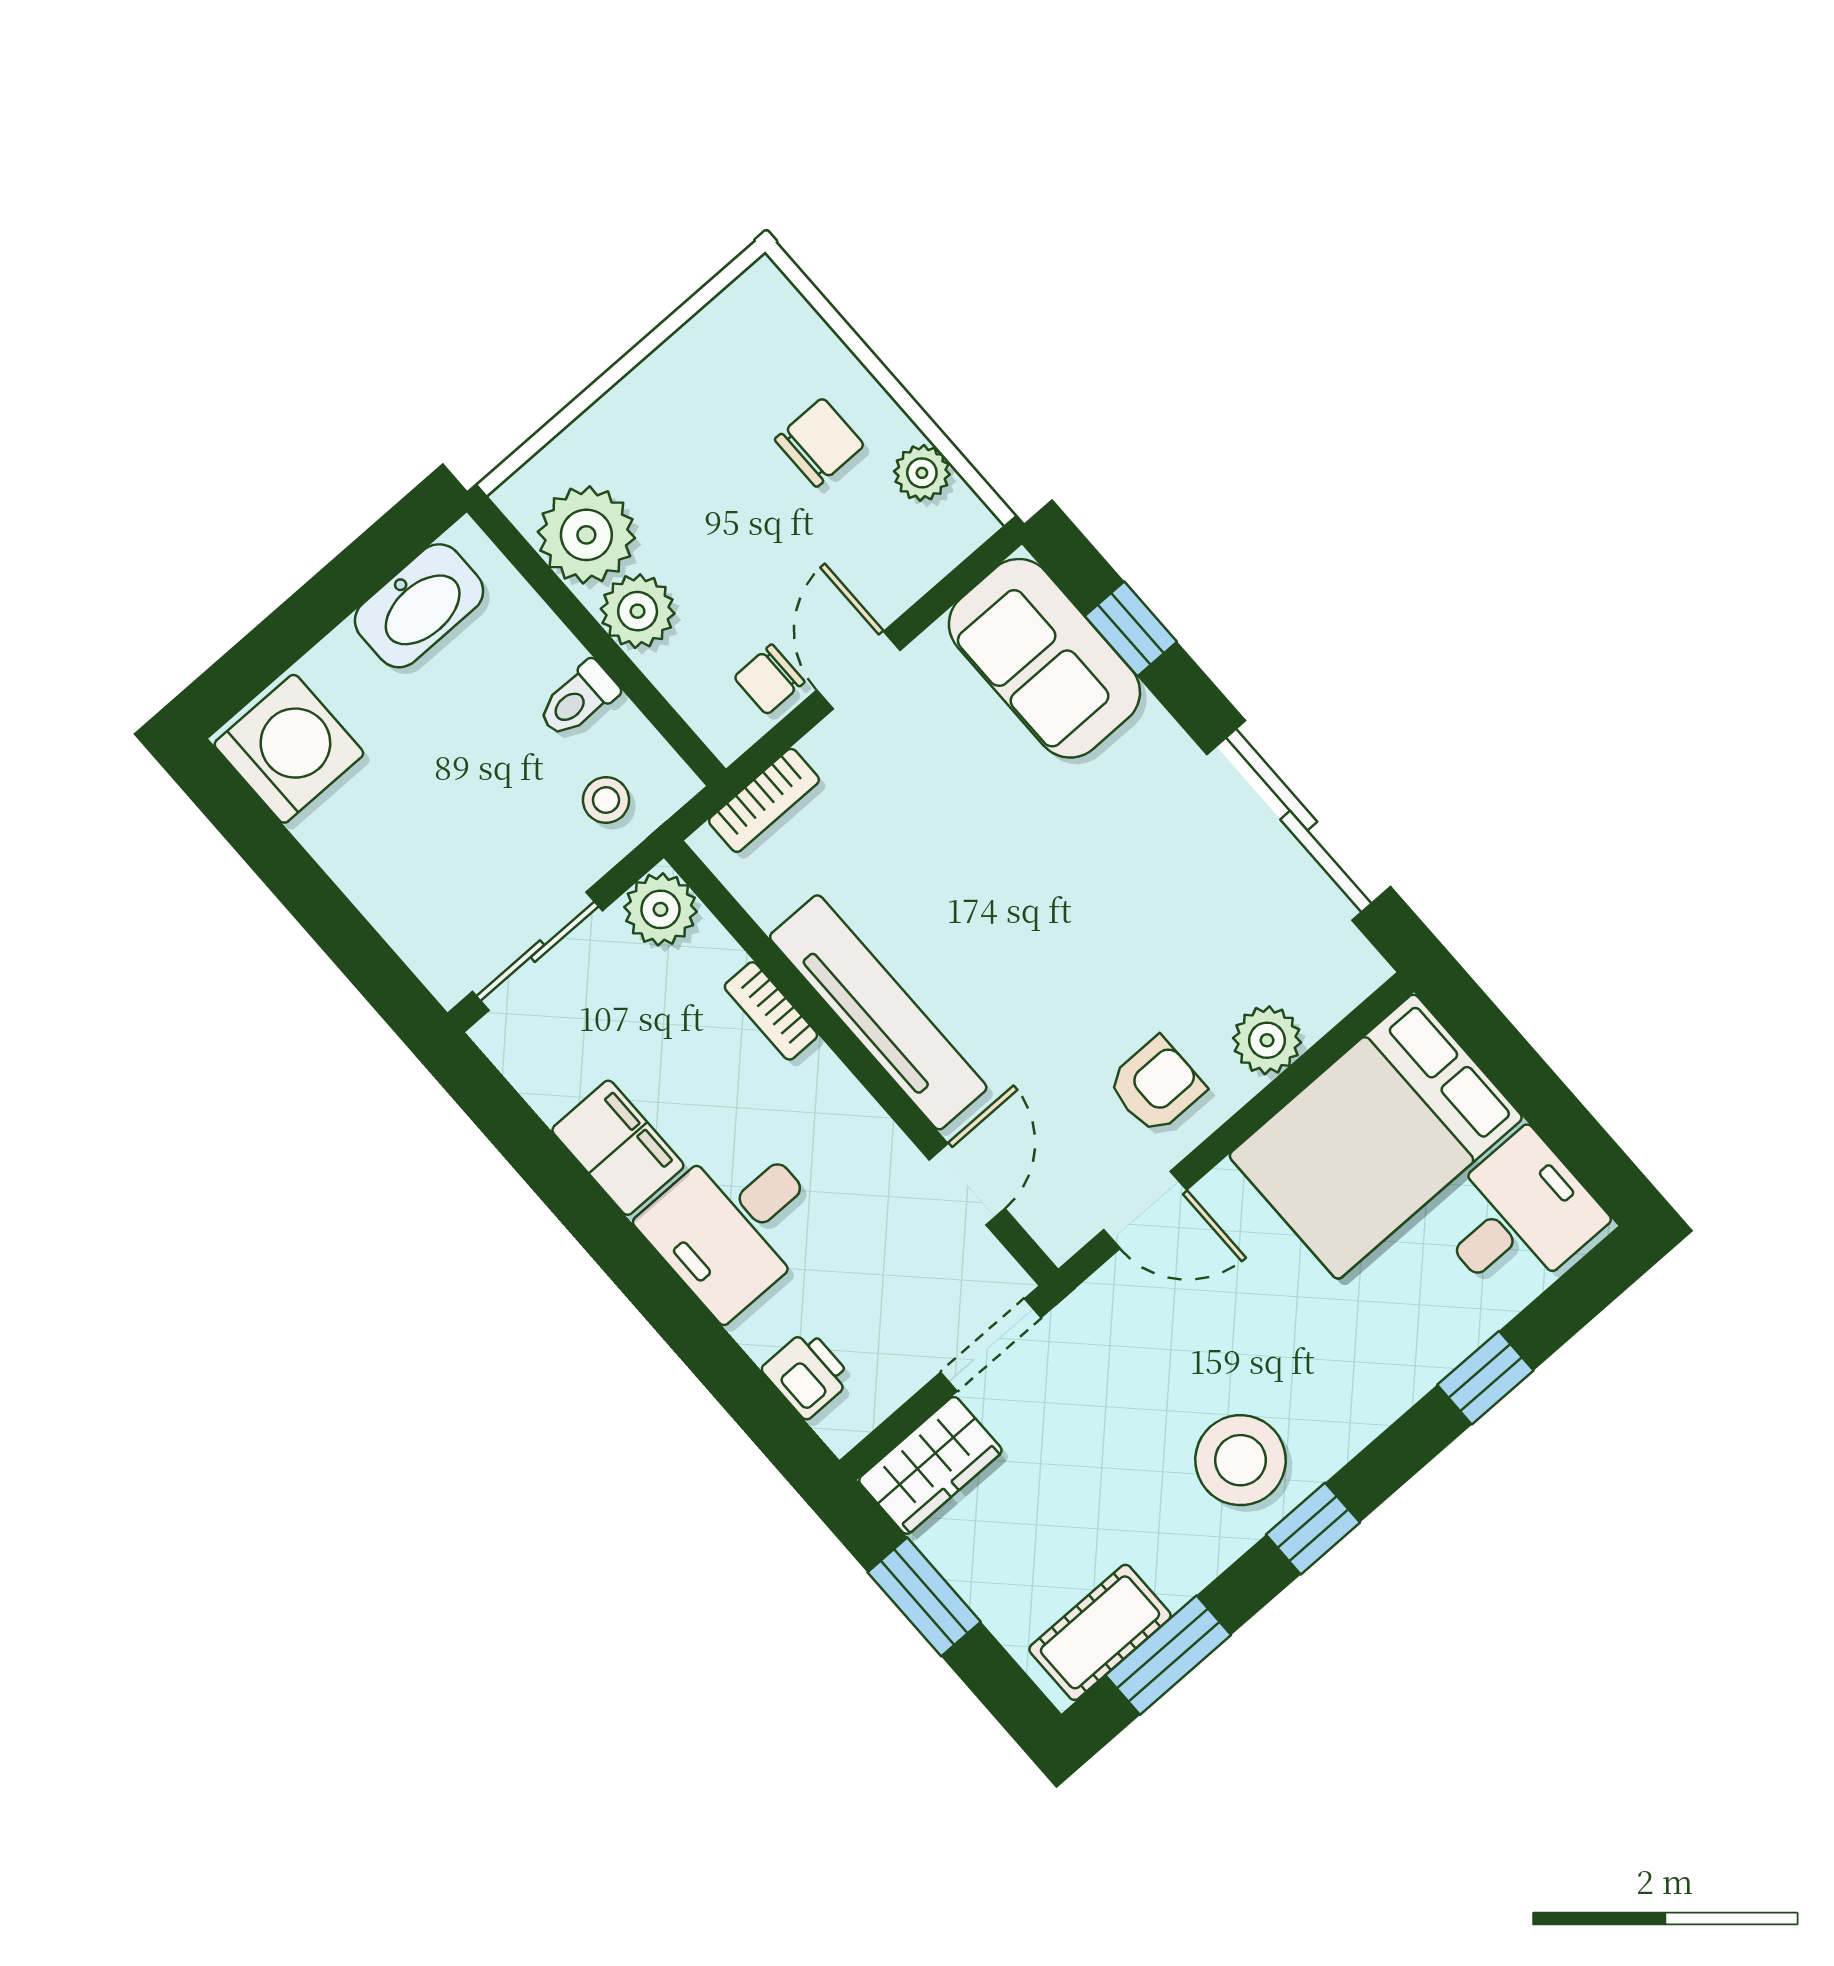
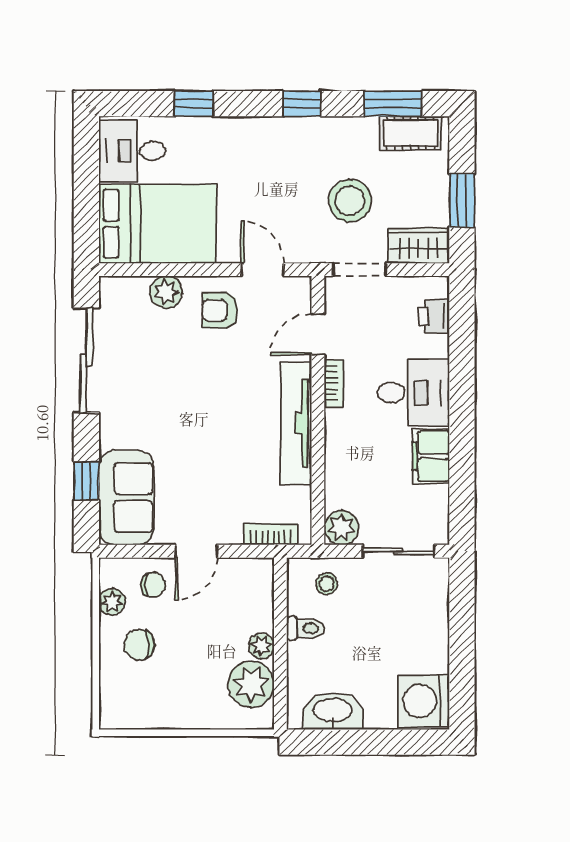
plant: (638, 611) -> (261, 646), width x0.73, depth x0.73
chair: (769, 679) -> (153, 585), moved
bookcase: (771, 1011) -> (334, 383), moved
stool: (1240, 1460) -> (350, 201), moved

